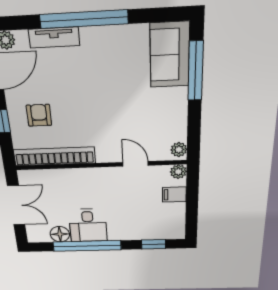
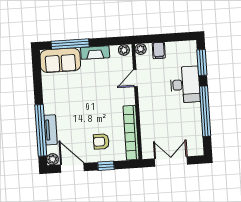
window: (84, 19) -> (41, 130), moved
fireplace: (178, 109) -> (95, 53), added
desk: (88, 225) -> (185, 85), moved, width x1.37
floor lamp: (60, 234) -> (195, 131), removed
window: (154, 244) -> (202, 62), width x1.50

